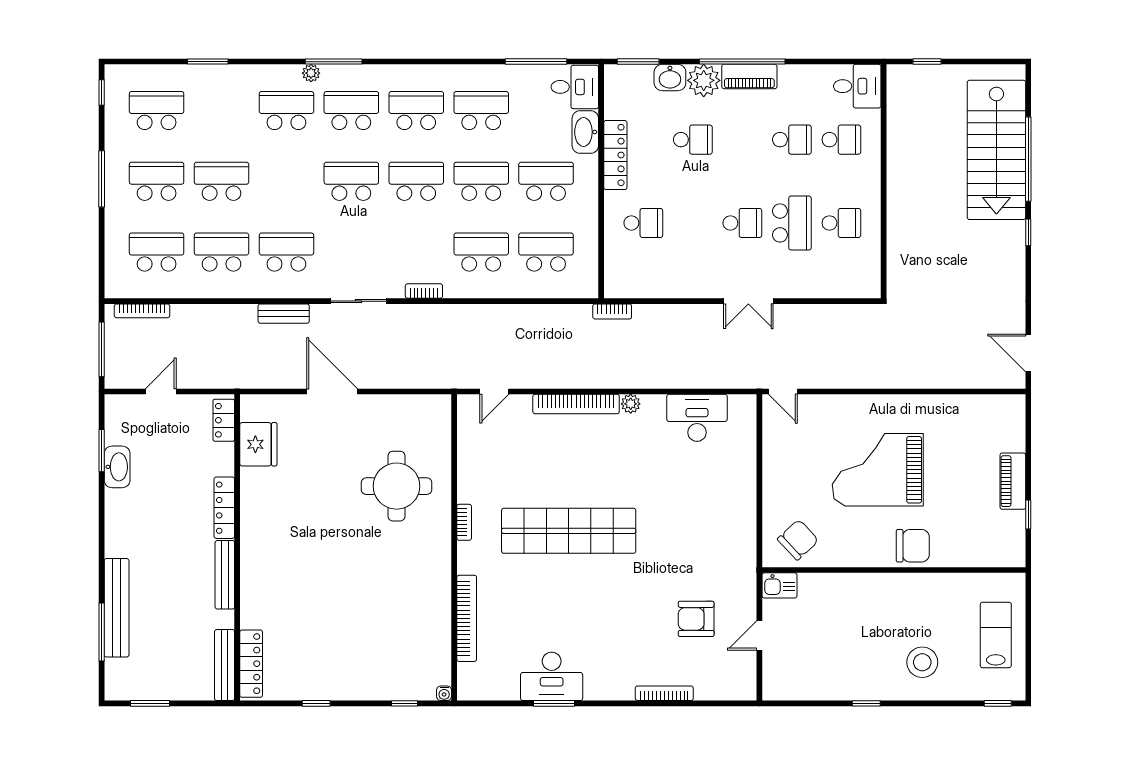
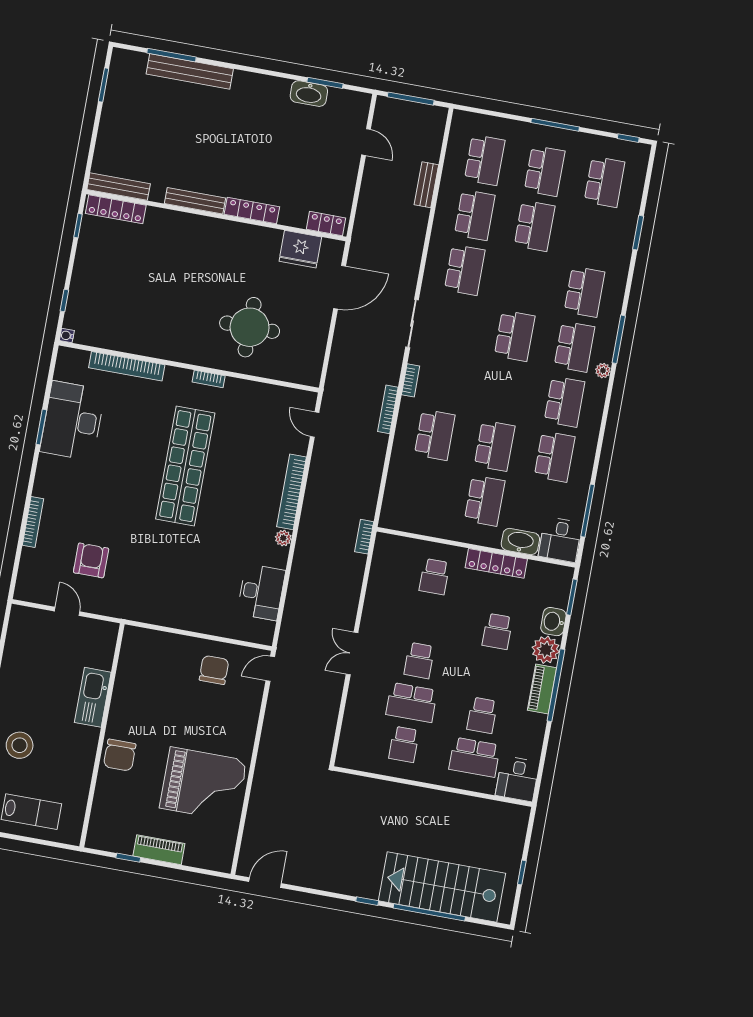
window: (927, 62) -> (522, 873), moved
plant: (311, 73) -> (603, 371), moved
school desk: (841, 140) -> (475, 757), width x1.85
school desk: (416, 181) -> (505, 391), removed
school desk: (546, 252) -> (425, 490), removed
bookcase: (142, 311) -> (388, 409), moved
bench: (284, 314) -> (426, 185), moved
locker: (224, 420) -> (326, 224), moved
fridge: (258, 444) -> (300, 249), moved
grand piano: (878, 470) -> (203, 784), moved, turned 90
locker: (224, 508) -> (252, 211), moved
chair: (798, 540) -> (214, 670), moved, turned -137
wall: (237, 547) -> (216, 215), moved
bench: (225, 575) -> (195, 201), moved
kitchen sink: (779, 585) -> (93, 697), moved, width x1.87, depth x1.24
locker: (251, 664) -> (116, 209), moved
bench: (225, 665) -> (119, 187), moved
desk: (552, 676) -> (73, 421), width x1.36, depth x1.30

